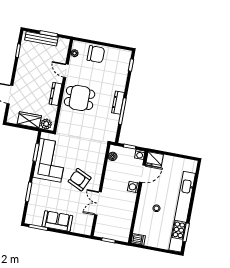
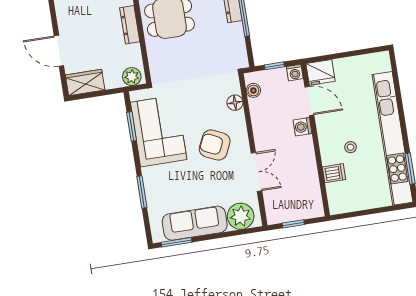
wardrobe: (29, 120) -> (85, 82), moved
floor lamp: (100, 160) -> (235, 103), added
door: (142, 174) -> (309, 101), hinge flipped
double door: (98, 203) -> (256, 172), swing flipped
sofa: (57, 221) -> (195, 223), width x1.36
plant: (80, 225) -> (241, 216), added
dishwasher: (138, 239) -> (334, 173), moved

